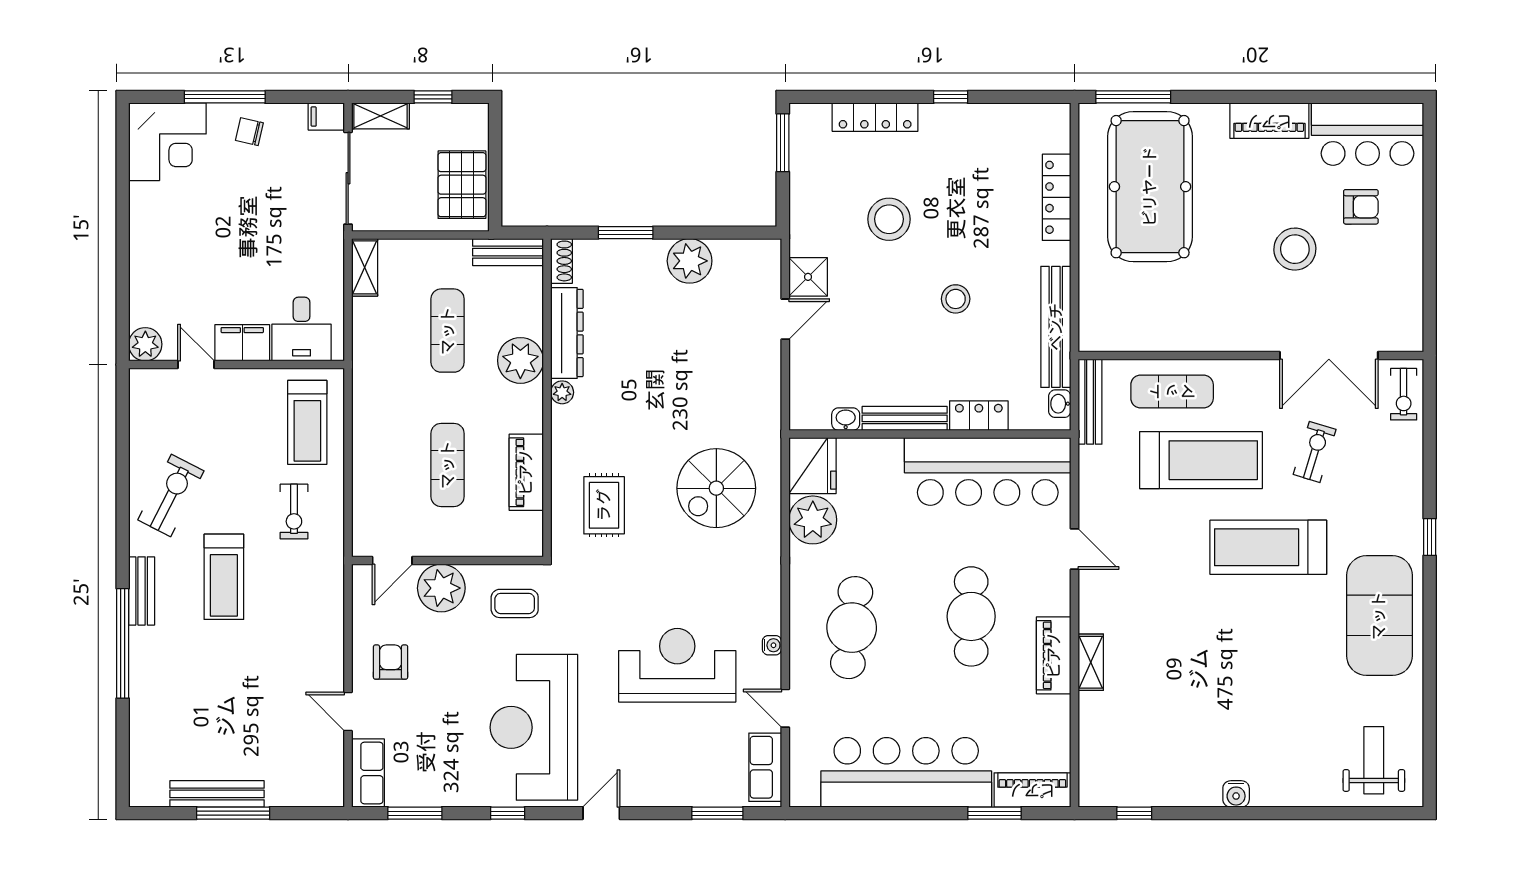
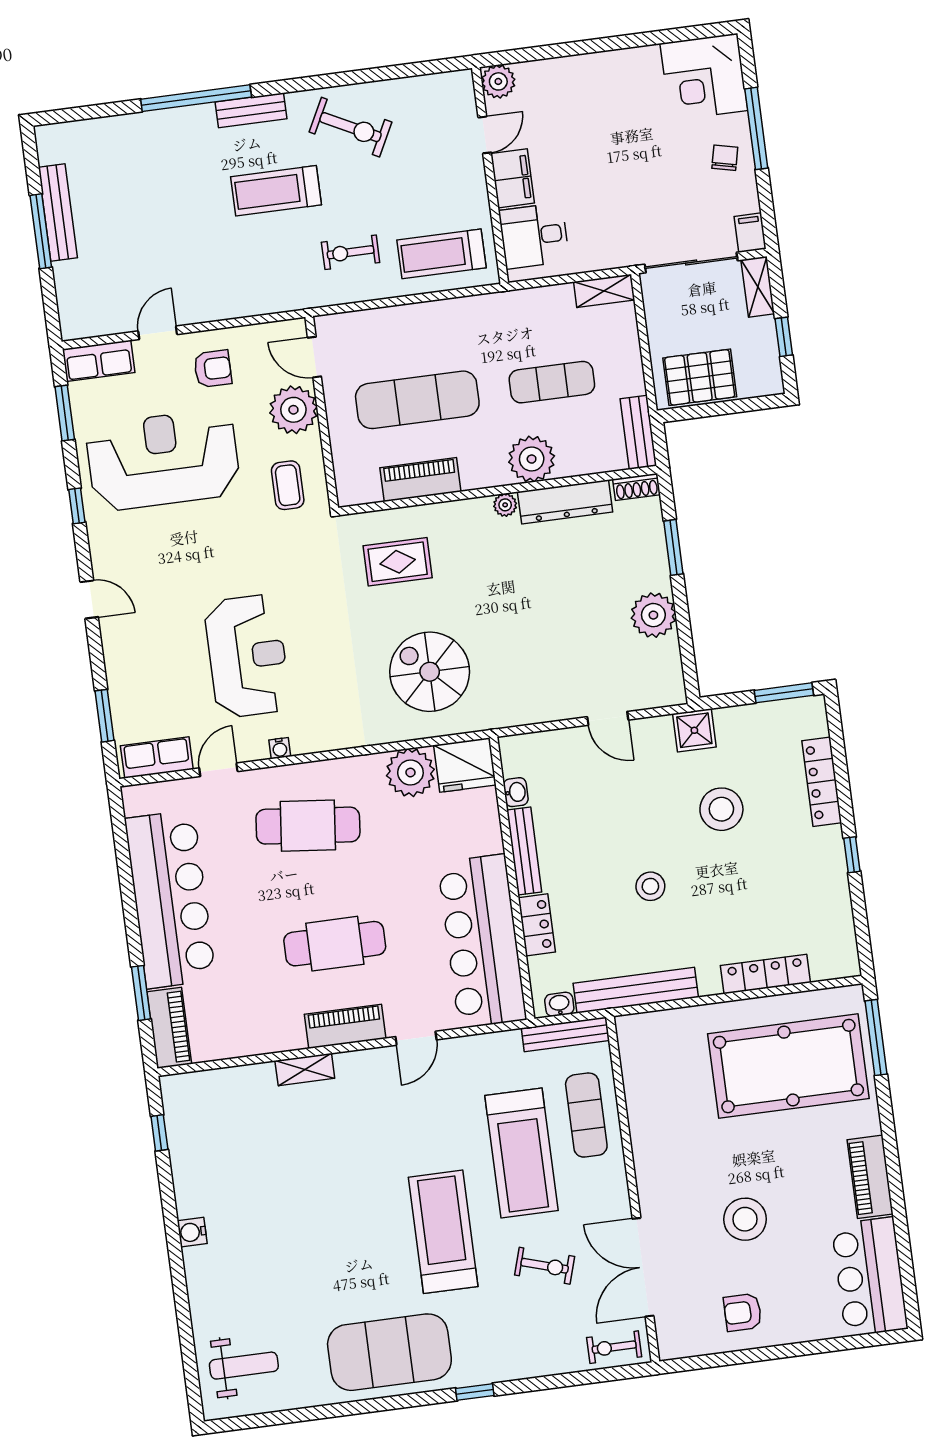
armchair: (1361, 207) -> (743, 1312), moved, turned 90
shower: (808, 277) -> (694, 730), moved
exercise mat: (448, 465) -> (417, 400), width x1.36, depth x1.45
piano: (1054, 655) -> (345, 1026), moved
reception desk: (534, 727) -> (163, 460), moved

